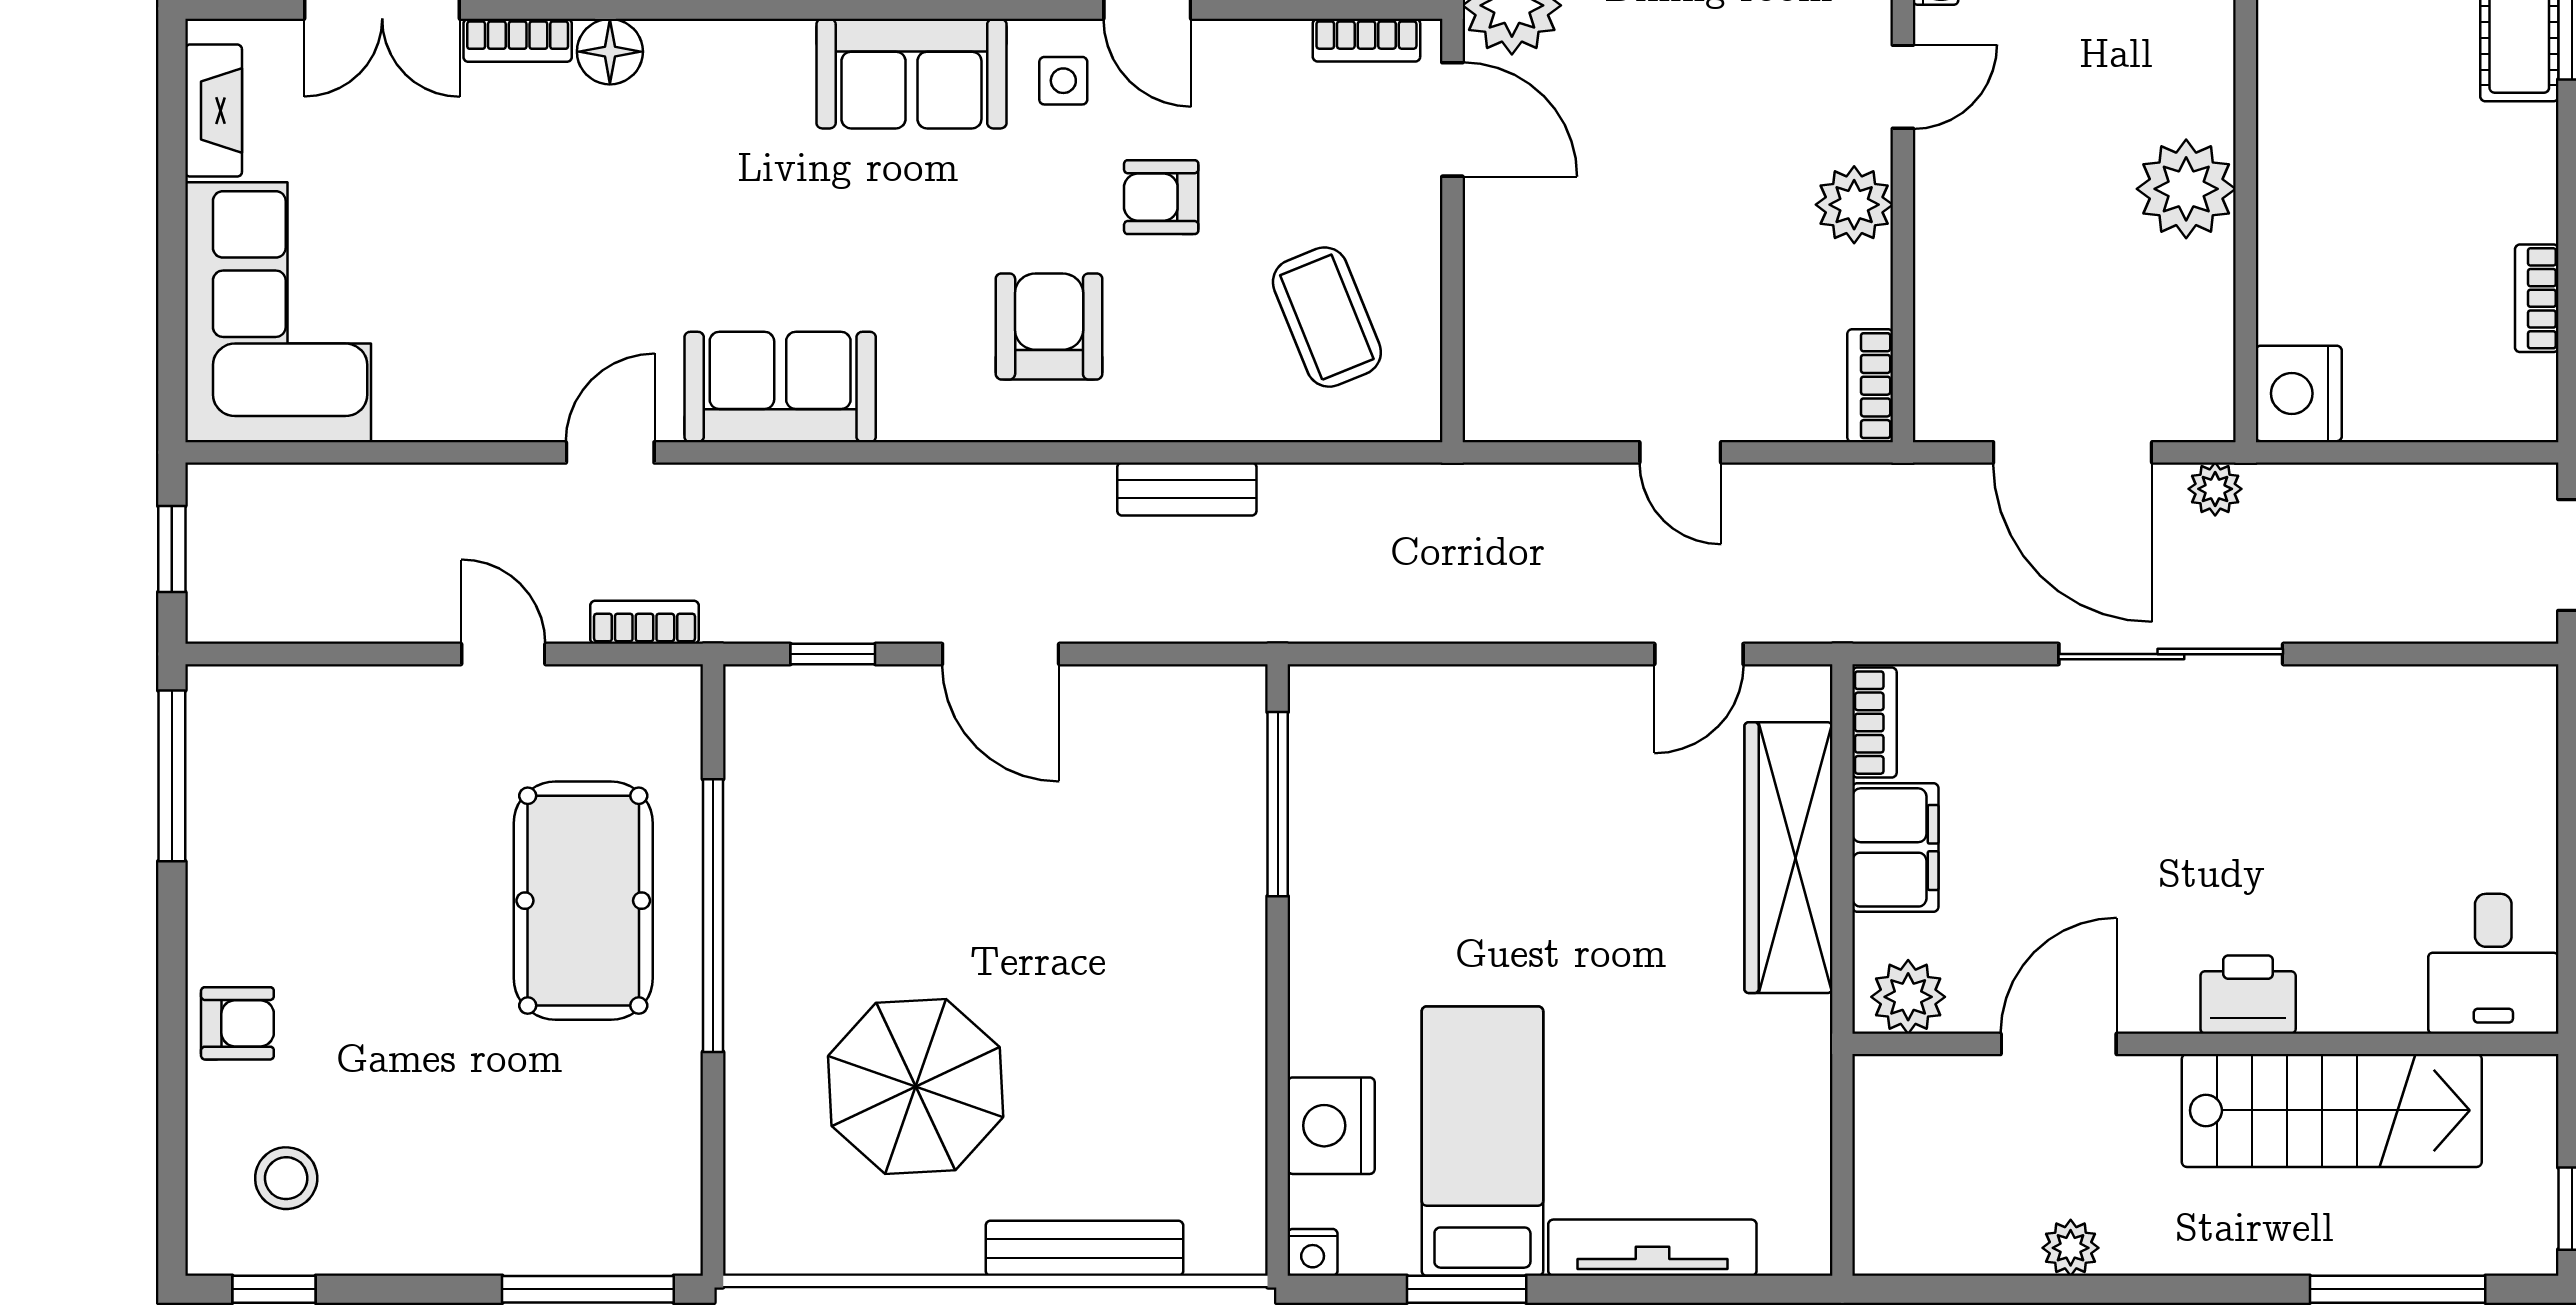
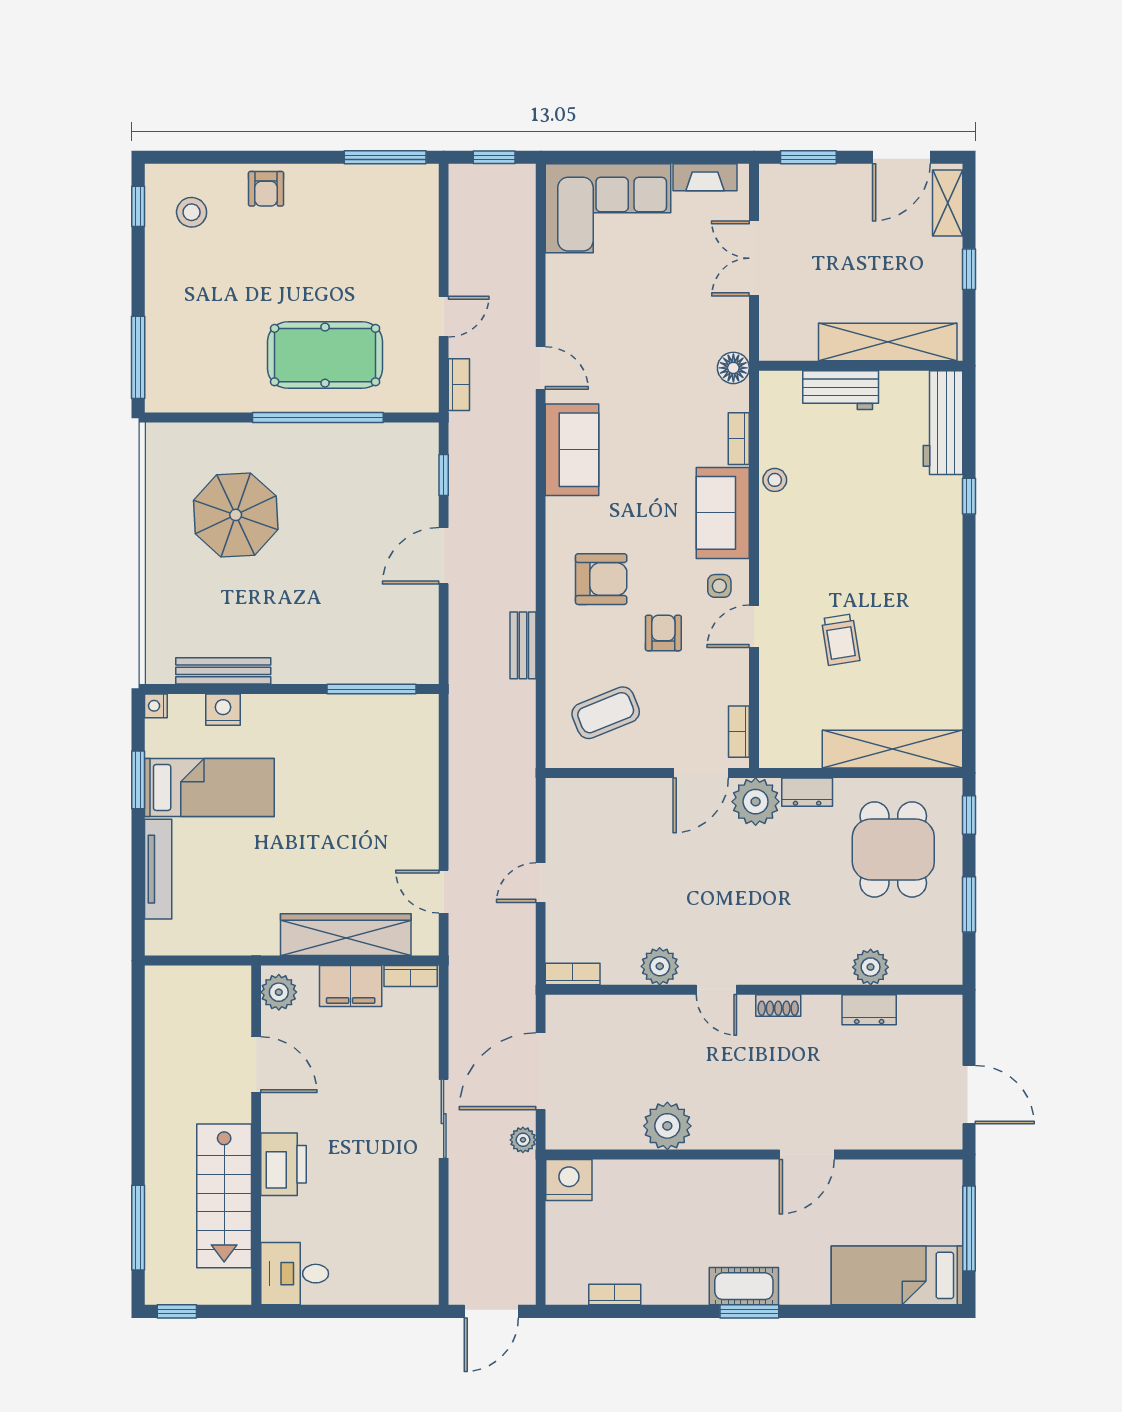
bookcase: (518, 40) -> (739, 439), moved
sliding door: (2171, 654) -> (444, 1119), width x0.73
printer: (2248, 995) -> (284, 1164), width x1.37, depth x1.19
nightstand: (1331, 1126) -> (223, 710), width x0.74, depth x0.75
bench: (1084, 1248) -> (223, 671), moved, turned 90
plant: (2071, 1248) -> (158, 1070), removed

